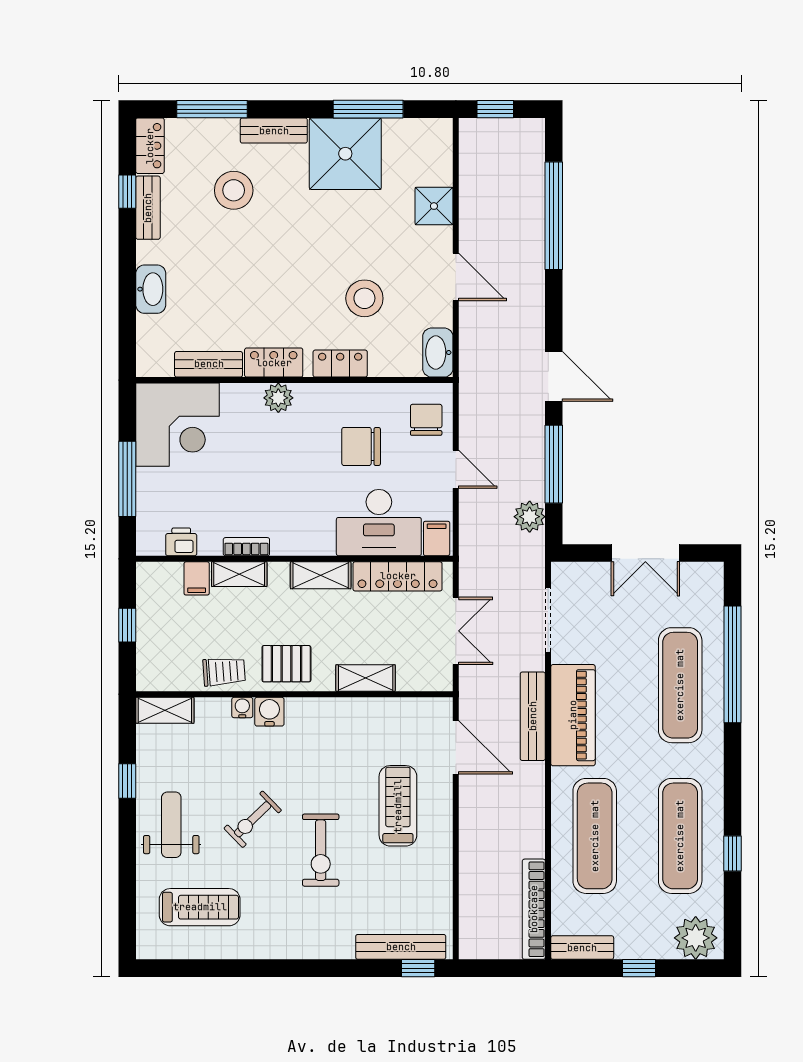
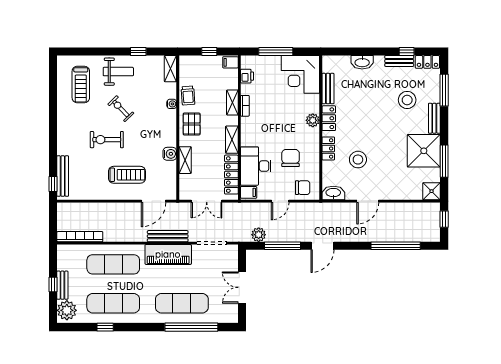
shower: (434, 206) -> (432, 191), moved
filing cabinet: (197, 578) -> (230, 62), moved
water cooler: (269, 712) -> (170, 154), moved
bench: (582, 948) -> (62, 285), moved

